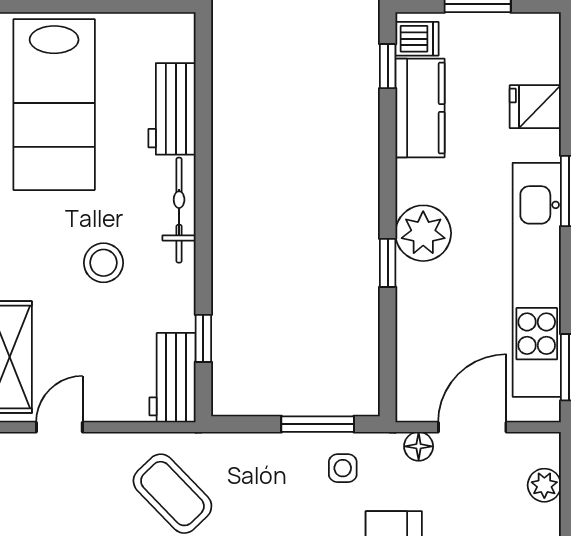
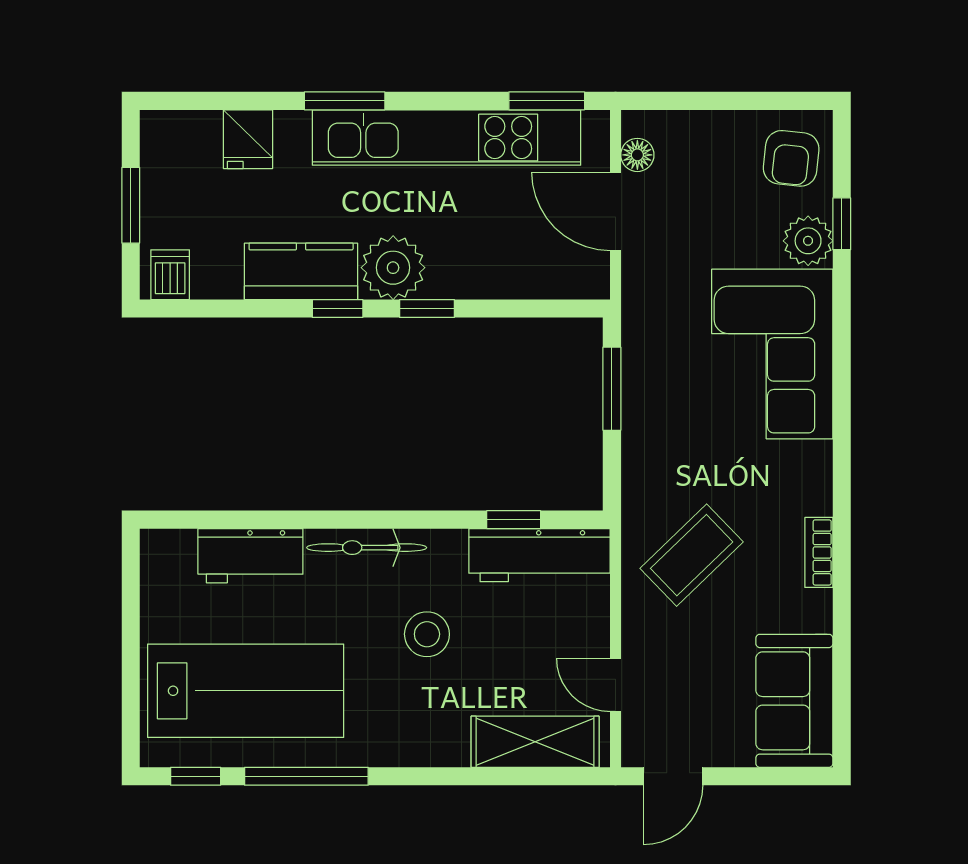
window: (388, 66) -> (338, 308), moved
kitchen counter: (420, 108) -> (301, 271), moved
workbench: (172, 378) -> (539, 555), width x1.38
floor lamp: (419, 446) -> (637, 155), moved
side table: (343, 468) -> (662, 360), removed
plant: (544, 485) -> (682, 129), removed

